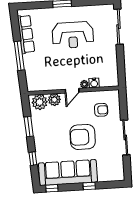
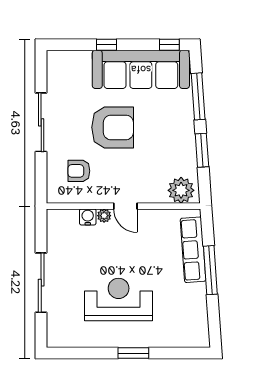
sliding door: (118, 27) -> (41, 283), moved
row of seats: (26, 34) -> (193, 250), moved
door: (72, 91) -> (125, 206), swing flipped
plant: (54, 100) -> (156, 193), removed
window: (33, 159) -> (198, 96), width x2.17

